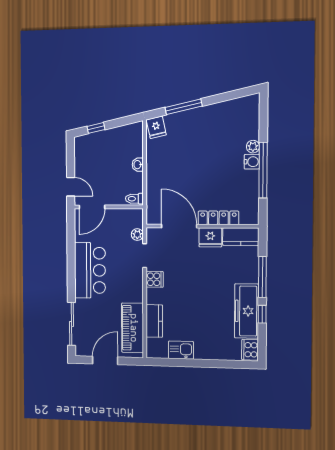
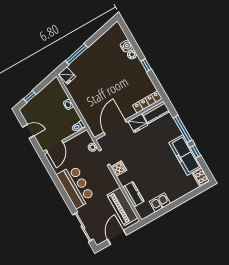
water cooler: (252, 162) -> (126, 46), moved
window: (263, 170) -> (146, 65), width x0.32
door: (71, 187) -> (28, 131), moved
locker: (218, 218) -> (147, 102), moved
door: (179, 226) -> (115, 127), hinge flipped

